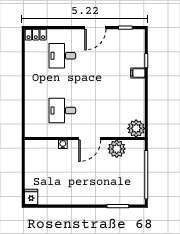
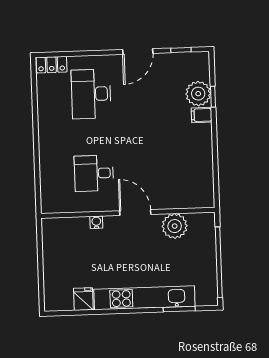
desk: (62, 56) -> (91, 94), width x1.37
plant: (136, 128) -> (198, 94), moved
door: (90, 139) -> (135, 213), swing flipped
fridge: (31, 197) -> (83, 299), moved
kitchen unit: (94, 197) -> (144, 298), added

